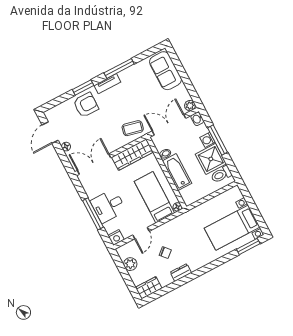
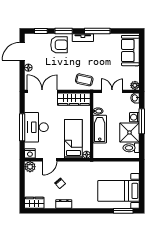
window: (59, 100) -> (41, 31), added
double door: (169, 125) -> (112, 91), width x0.73
desk: (108, 206) -> (36, 127), width x1.37
plant: (130, 264) -> (30, 167), moved

